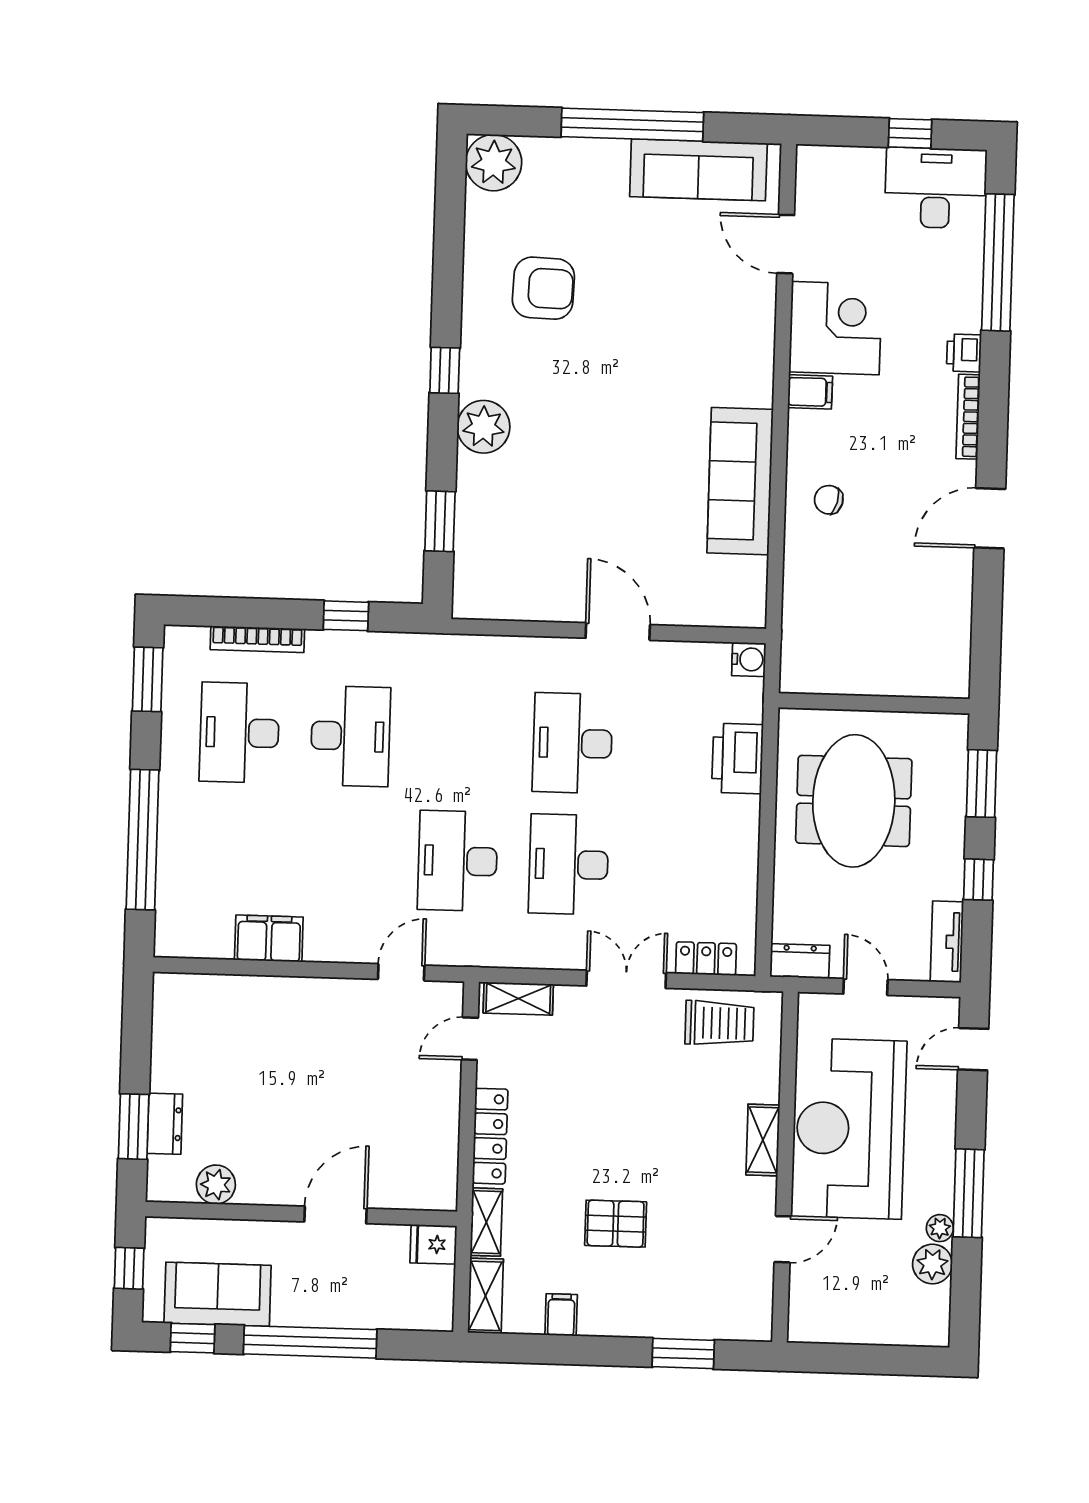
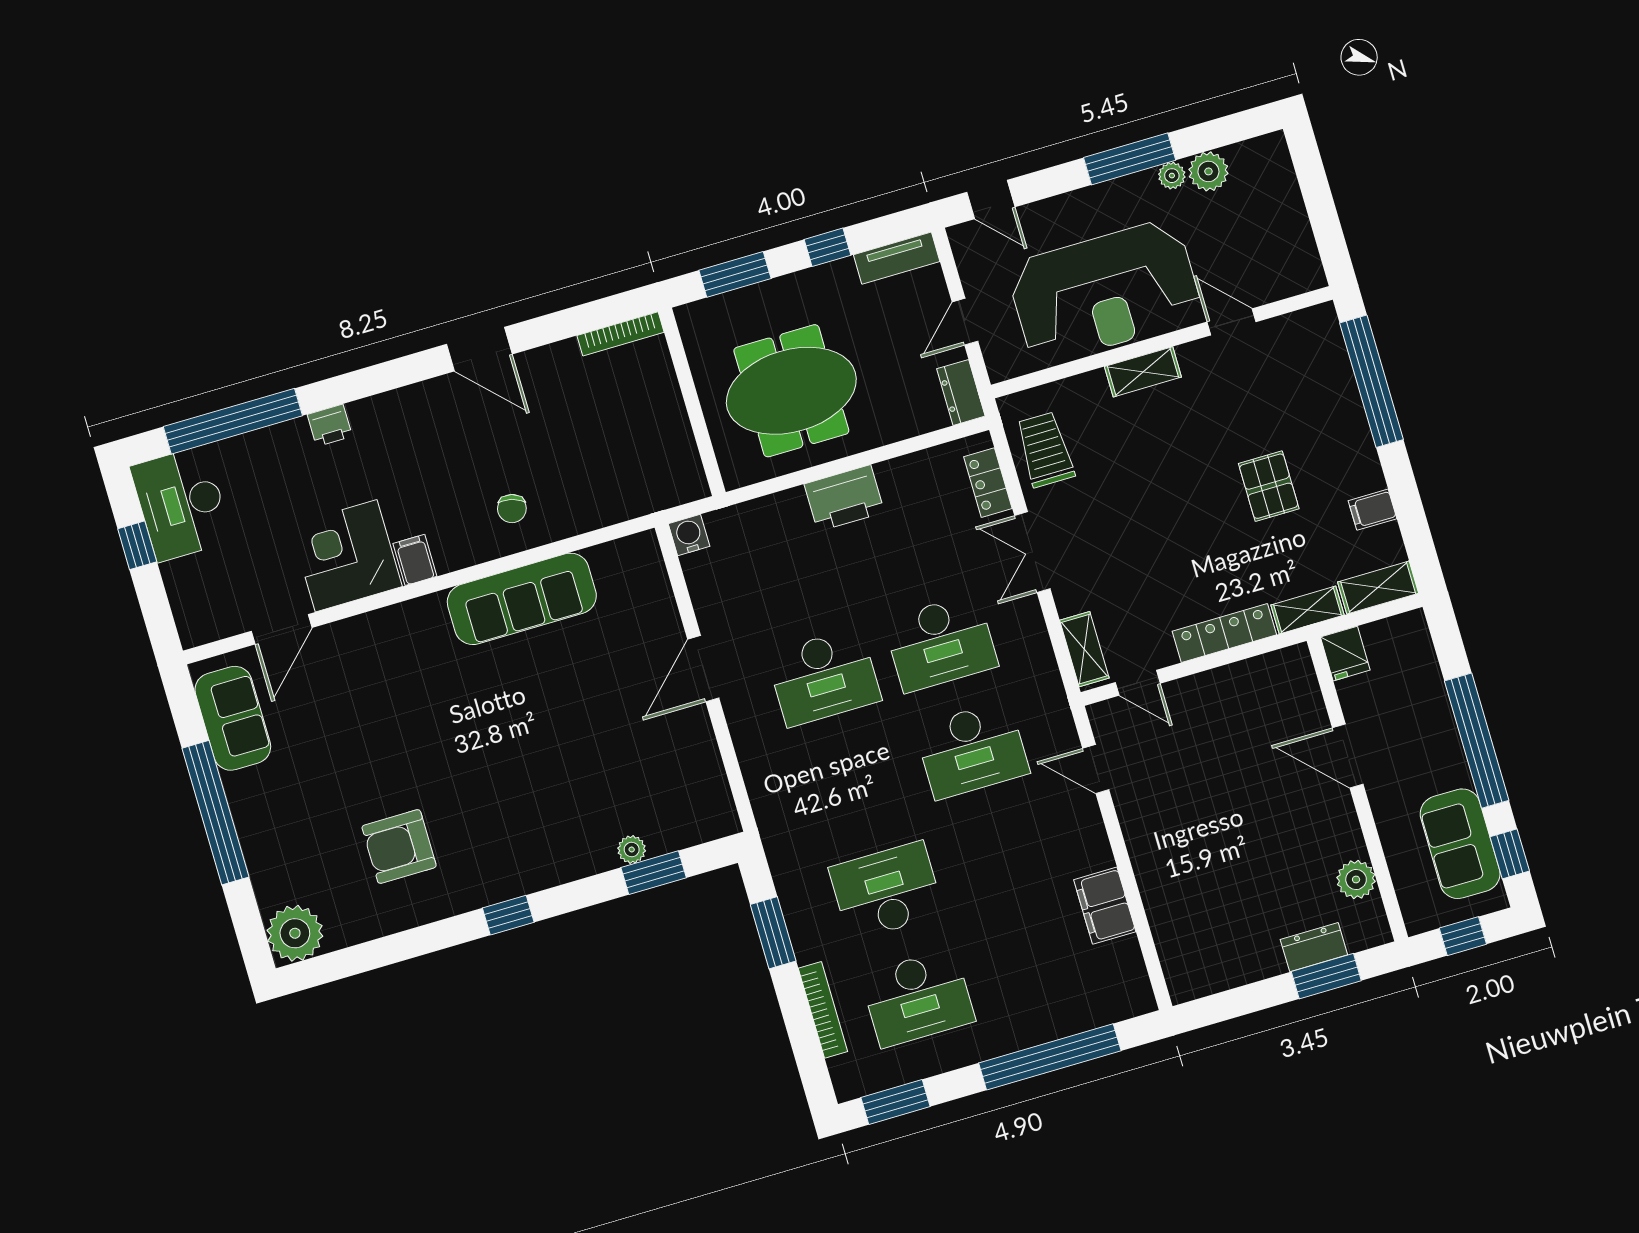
sofa: (698, 170) -> (233, 718), width x0.73
armchair: (543, 288) -> (399, 847), turned -92
bookcase: (968, 417) -> (621, 334), moved
plant: (483, 427) -> (632, 849), moved, width x0.53, depth x0.53
window: (346, 616) -> (773, 933), width x1.50
printer: (737, 759) -> (844, 498), moved
window: (683, 1354) -> (1371, 381), width x2.11

